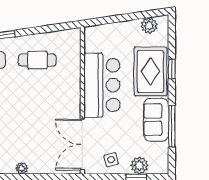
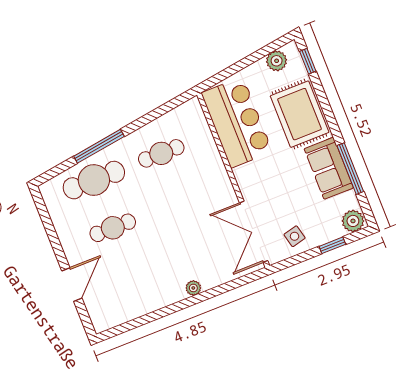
window: (172, 69) -> (308, 61), moved
bar counter: (102, 85) -> (237, 122), moved
plant: (139, 165) -> (353, 221), moved

